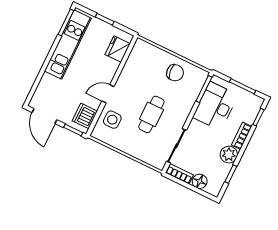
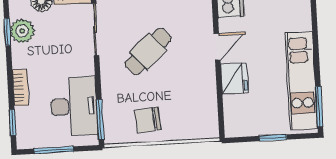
fridge: (118, 49) -> (234, 78), moved
cafe table: (151, 114) -> (148, 51), turned 47
side table: (112, 120) -> (193, 18), removed
plant: (229, 155) -> (22, 31), moved

